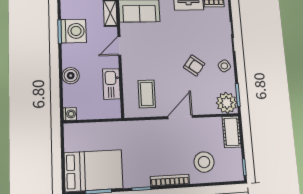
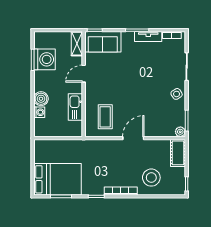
armchair: (194, 65) -> (149, 93), removed
plant: (227, 103) -> (180, 132), width x0.53, depth x0.53
washing machine: (70, 114) -> (39, 112), moved

